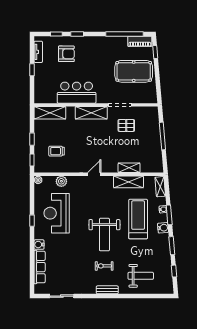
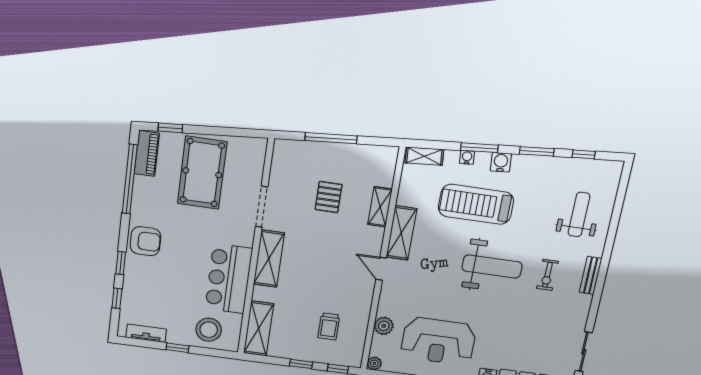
armchair: (66, 54) -> (145, 241), moved, turned 90
stool: (45, 86) -> (209, 330), added
pallet: (126, 125) -> (329, 197), moved
shelving: (128, 182) -> (401, 233), moved

